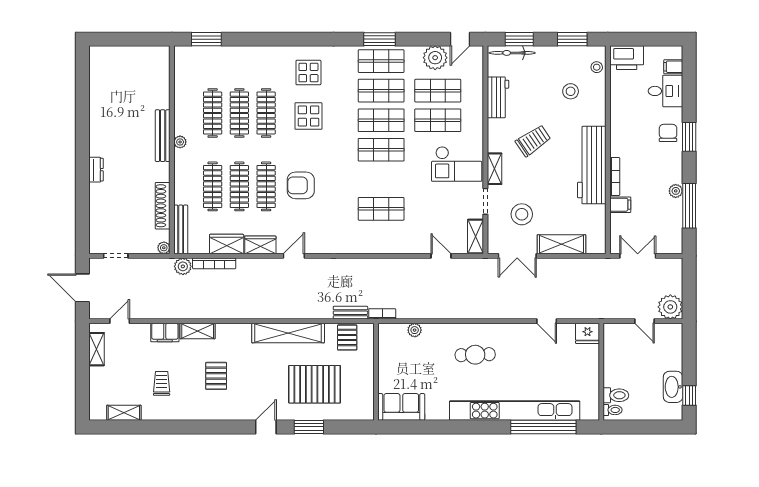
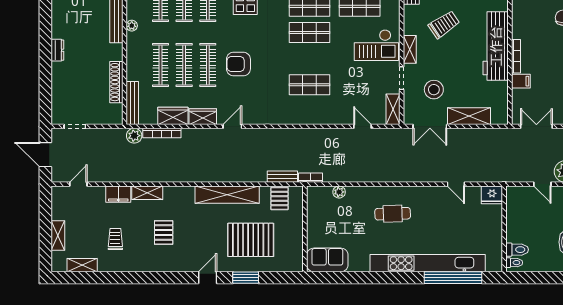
plant: (164, 248) -> (117, 119), removed
shelving: (97, 349) -> (58, 236), moved

